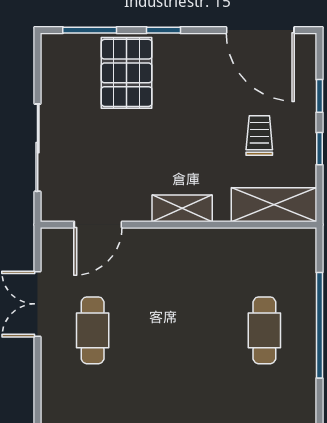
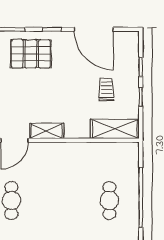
door: (260, 30) -> (94, 29), moved
pallet: (127, 73) -> (31, 54), turned 90
shelving: (182, 208) -> (47, 131), moved

